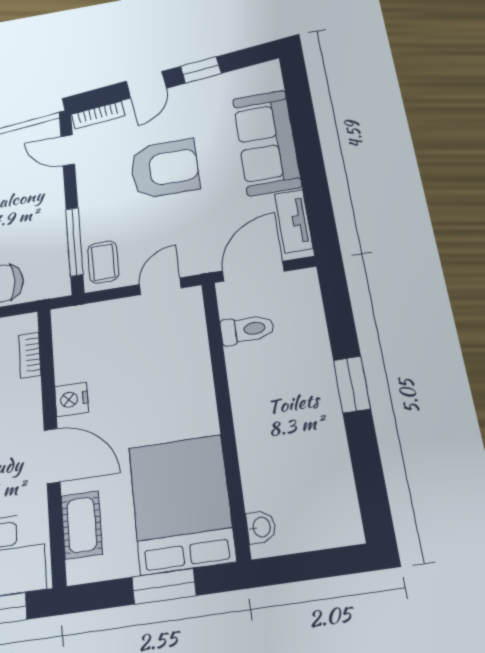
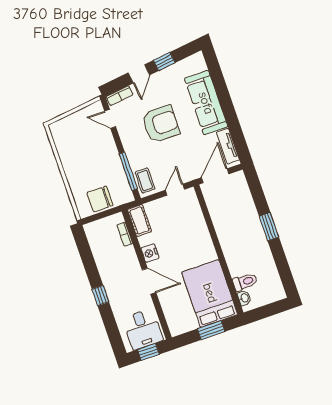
toilet: (247, 329) -> (245, 282), moved
cot: (82, 525) -> (140, 221), moved

